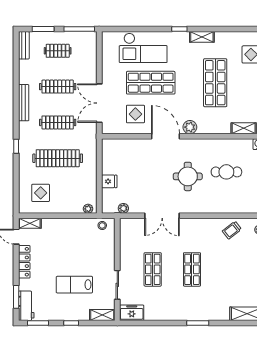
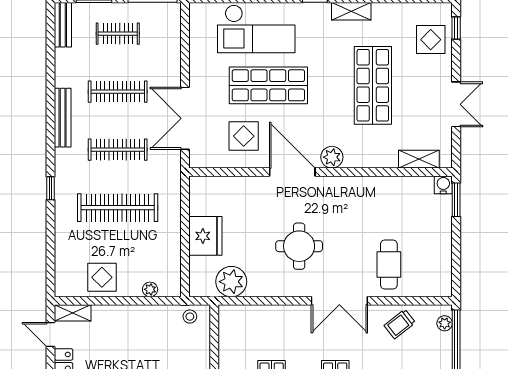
cafe table: (226, 172) -> (389, 264), moved, turned 90
round table: (188, 176) -> (299, 246), moved
fridge: (109, 181) -> (205, 236), width x1.88, depth x1.34
display table: (41, 193) -> (102, 277), moved
plant: (123, 208) -> (231, 282), width x1.88, depth x1.88
plant: (88, 209) -> (150, 289), moved
double door: (162, 216) -> (339, 301), moved

